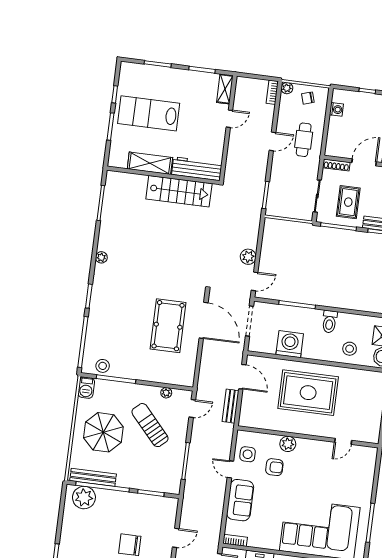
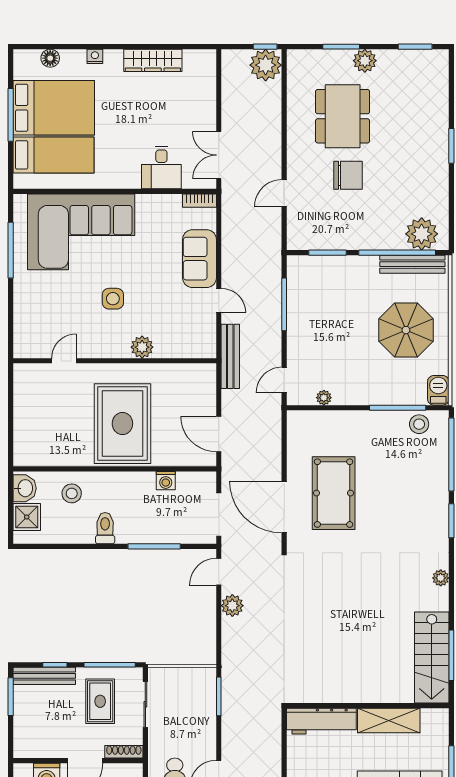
stairs: (179, 191) -> (432, 658), moved, turned -90
washing machine: (290, 344) -> (166, 481), width x0.53, depth x0.53
rug: (308, 393) -> (122, 424), turned 90
bench: (230, 406) -> (230, 356), moved, width x1.36
sun lounger: (150, 425) -> (341, 349), removed
side table: (248, 454) -> (113, 299), moved
armchair: (274, 467) -> (157, 312), removed

